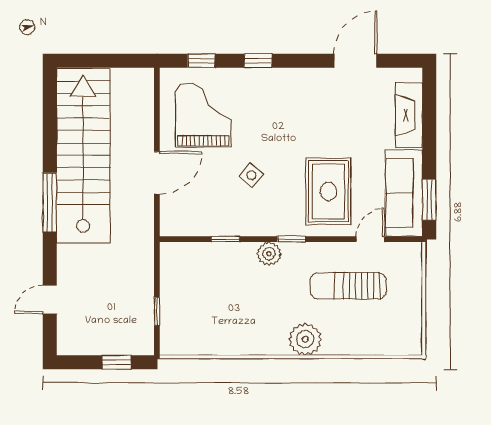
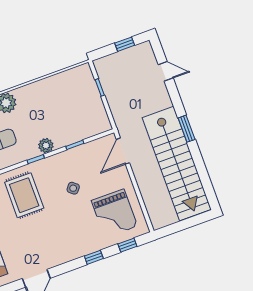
door: (157, 173) -> (123, 151), moved
window: (50, 202) -> (187, 129), width x0.69
door: (50, 300) -> (166, 71), hinge flipped
window: (116, 362) -> (125, 44), moved

